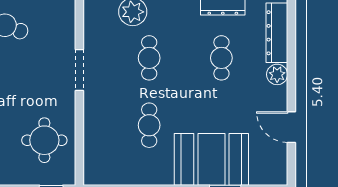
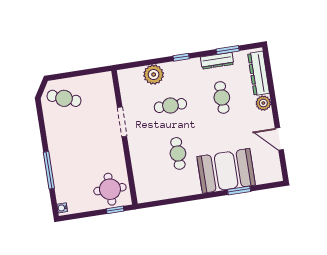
cafe table: (149, 58) -> (170, 106), turned 90
round table: (44, 140) -> (110, 189), moved

